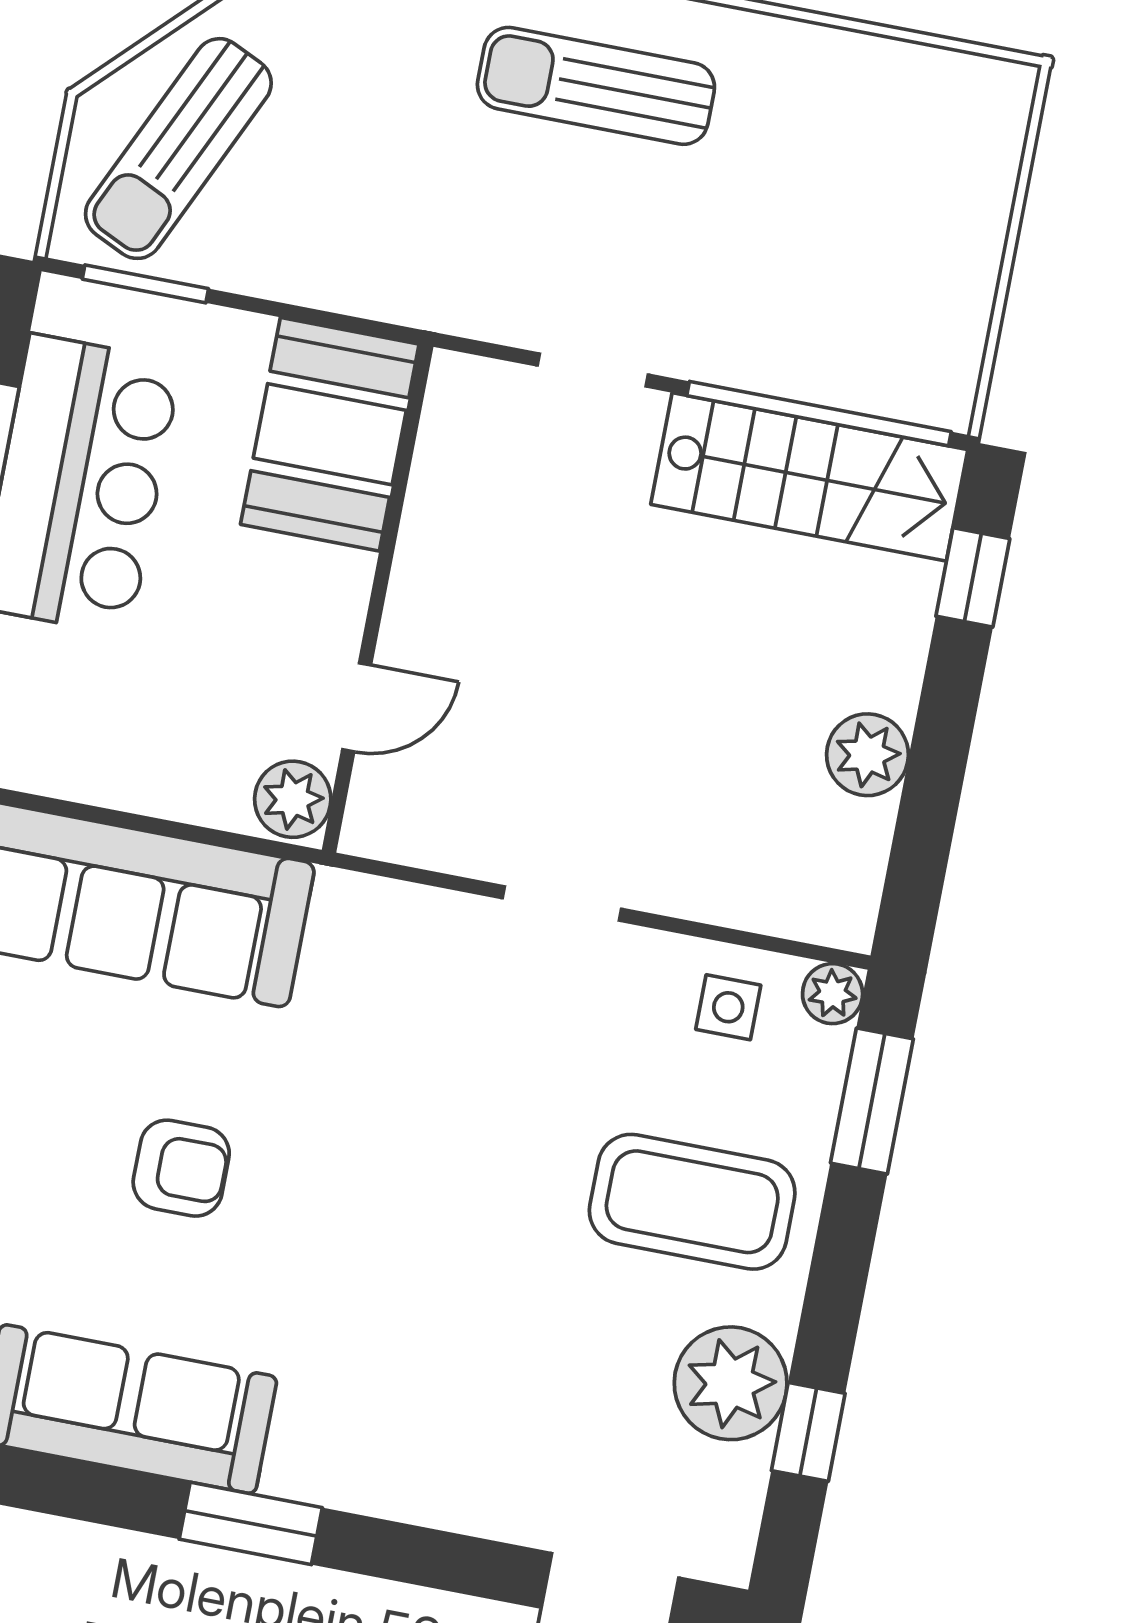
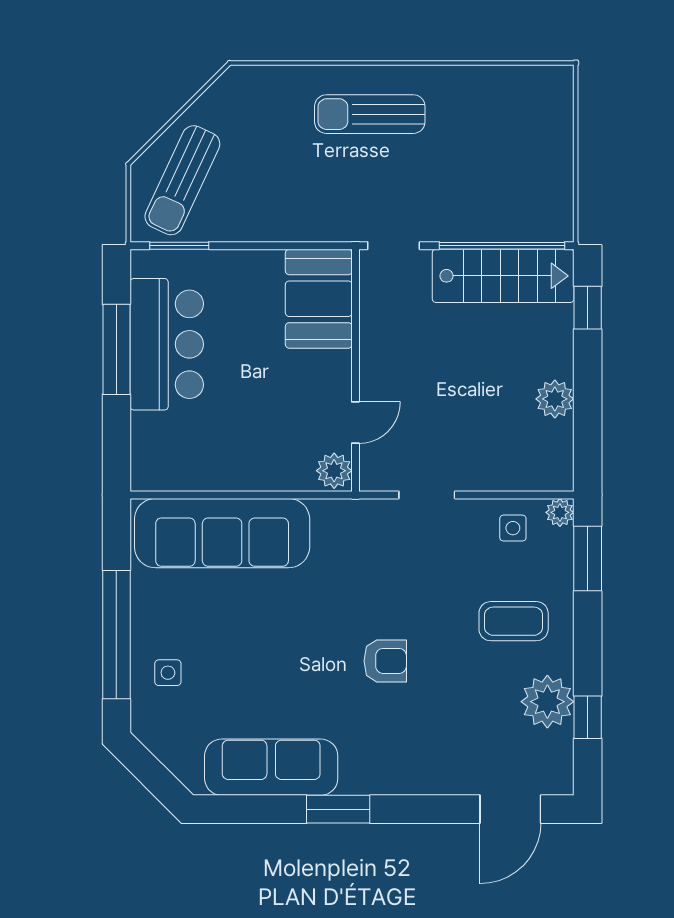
booth: (330, 434) -> (319, 299), moved
wall: (378, 598) -> (355, 370), moved
door: (357, 707) -> (355, 423), moved
plant: (293, 799) -> (334, 471), moved
armchair: (181, 1168) -> (385, 661), moved
coffee table: (692, 1202) -> (514, 621), width x0.73, depth x0.76

